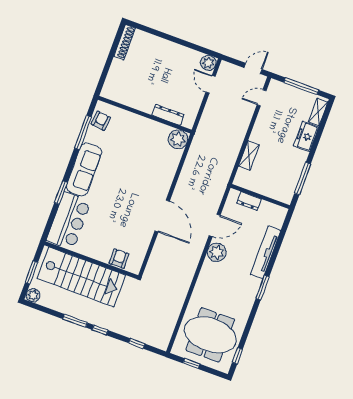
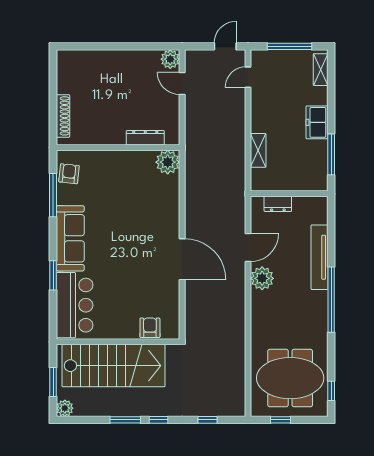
shoe rack: (125, 42) -> (63, 116), moved
freezer: (306, 136) -> (317, 122), moved
window: (262, 287) -> (331, 300), width x2.11

